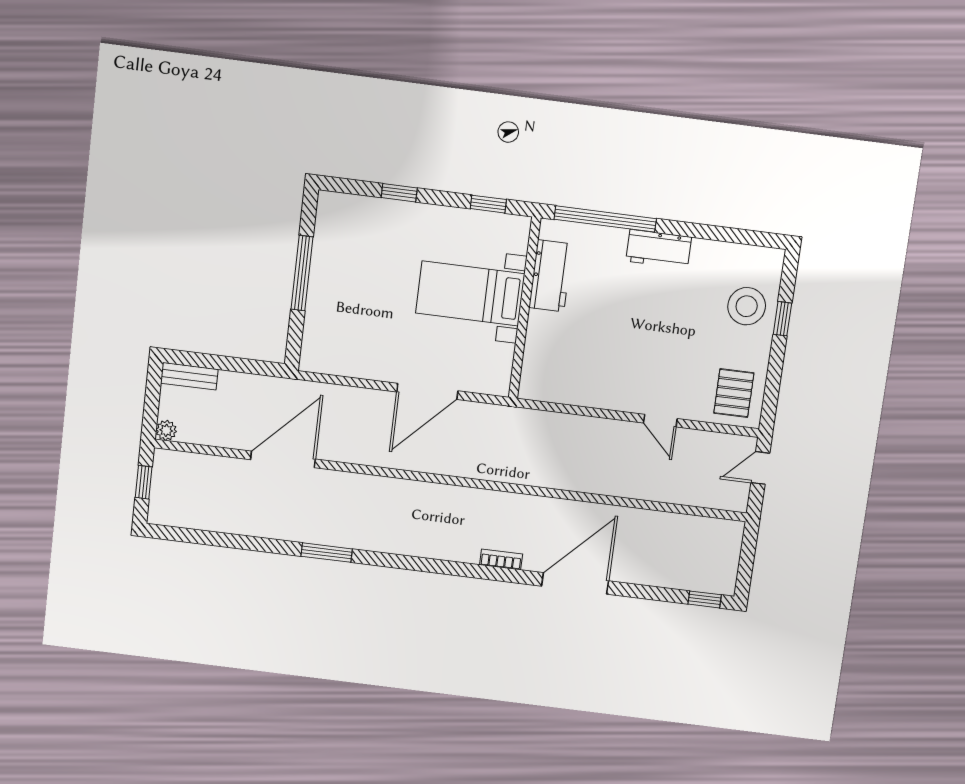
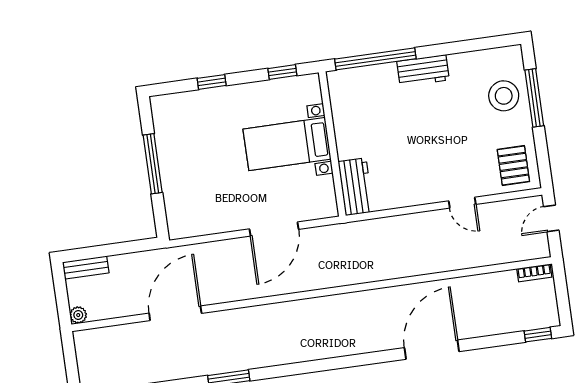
workbench: (551, 276) -> (356, 187), moved
window: (782, 319) -> (534, 98), width x2.17
window: (144, 482) -> (71, 361), removed
bookcase: (501, 559) -> (534, 273), moved, turned 180

